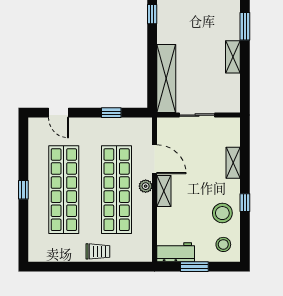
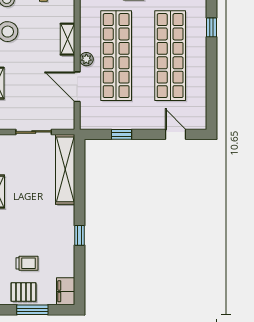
window: (23, 190) -> (211, 27), moved
shelving: (164, 191) -> (68, 39), moved

